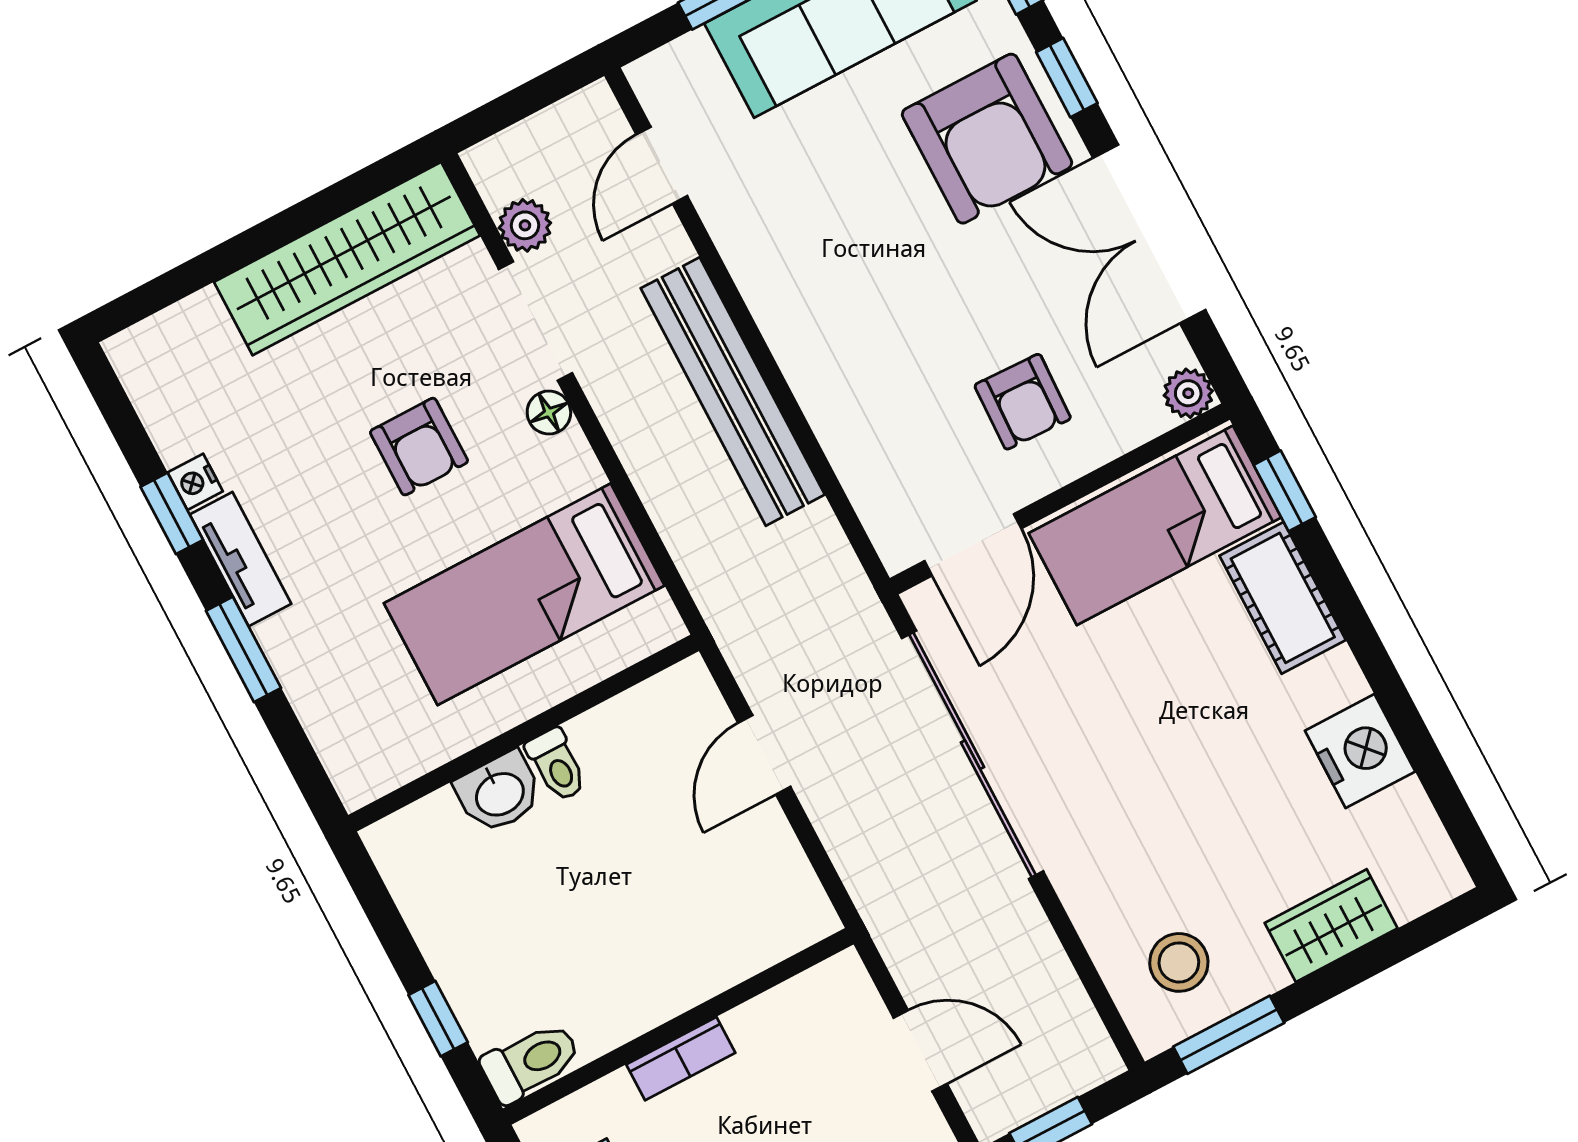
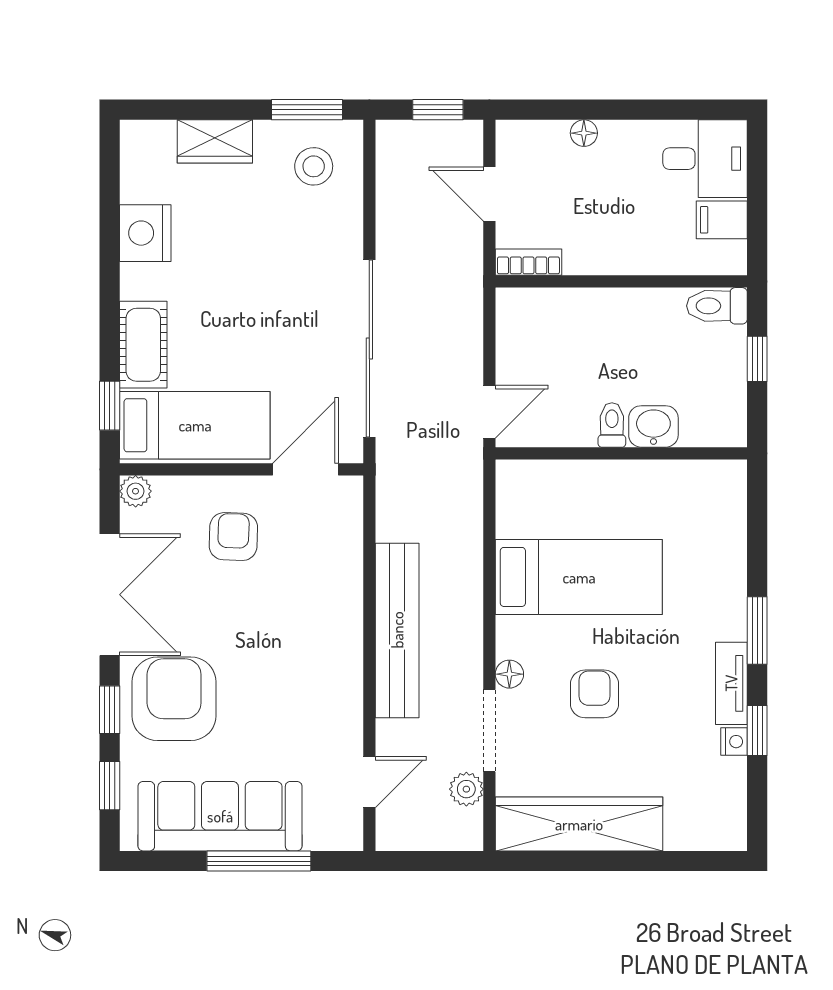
wall: (524, 733) -> (621, 453), moved
toilet: (557, 765) -> (612, 425), moved
washbasin: (499, 793) -> (653, 426), moved
bookcase: (681, 1059) -> (528, 262), moved

